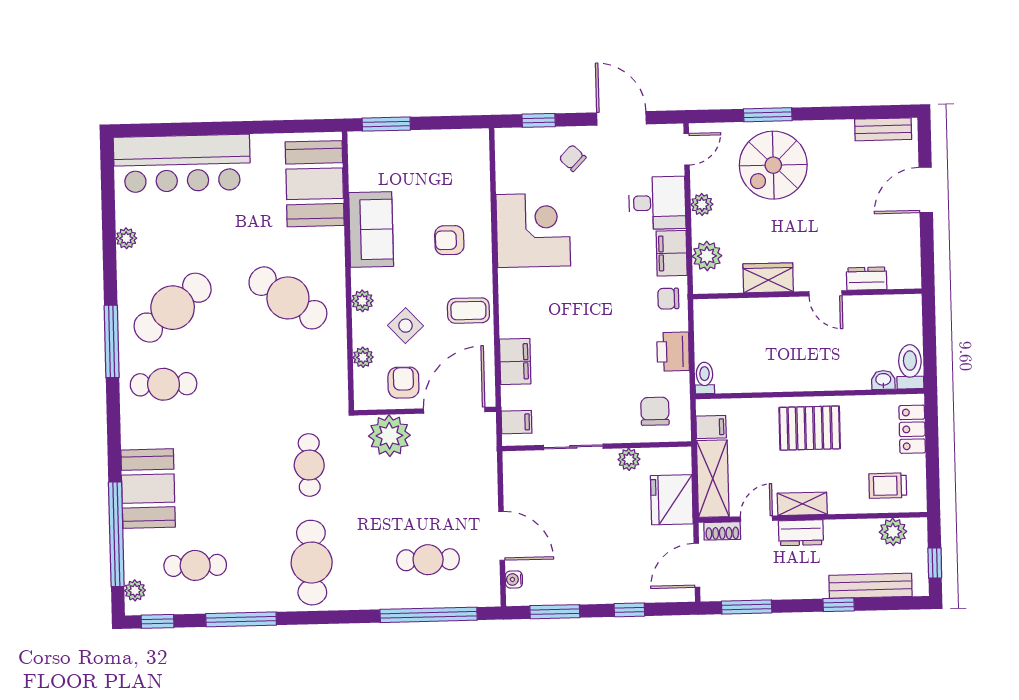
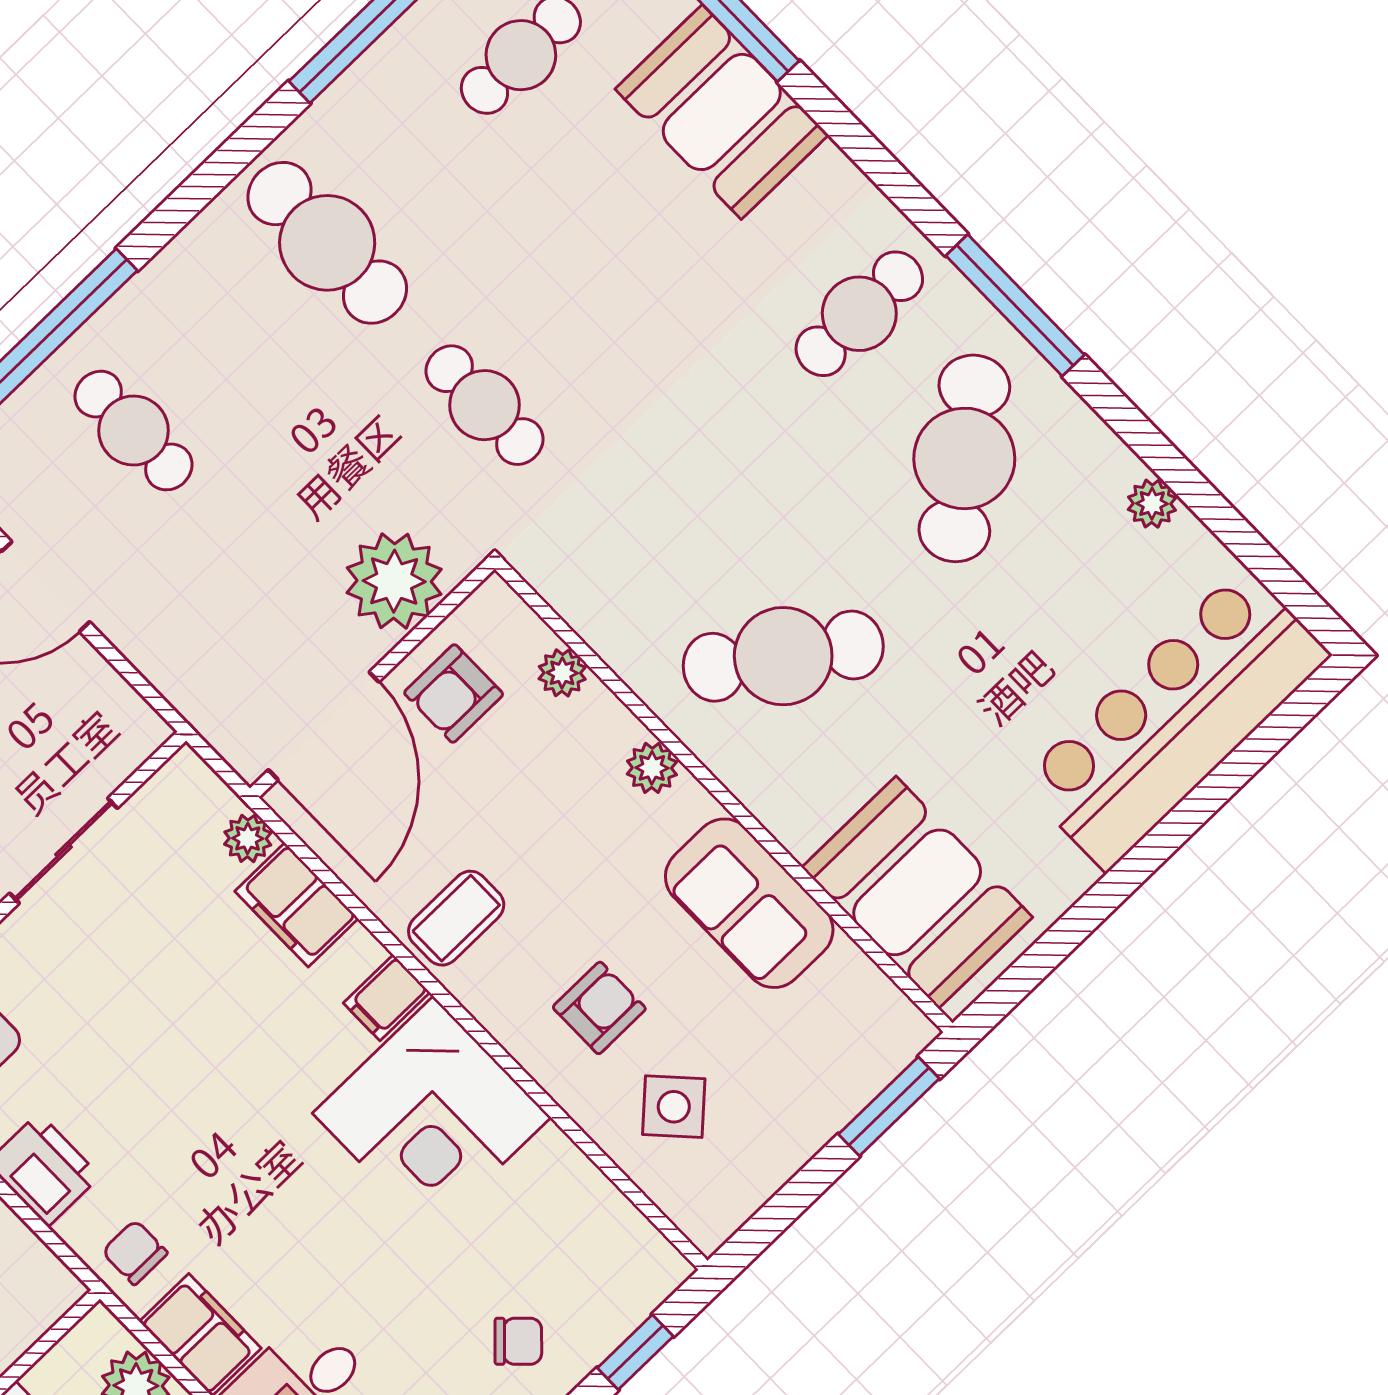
corner desk: (533, 230) -> (432, 1115), moved
chair: (668, 299) -> (135, 1252), turned -90
side table: (406, 326) -> (674, 1107), moved
armchair: (403, 383) -> (454, 694), turned 90
plant: (511, 397) -> (248, 838), added
filing cabinet: (517, 422) -> (387, 998), moved
cafe table: (428, 560) -> (134, 431), turned 90

